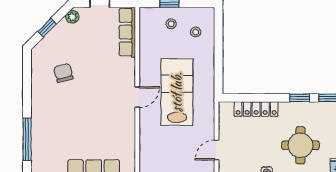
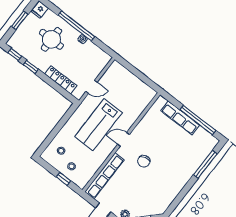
row of seats: (127, 32) -> (104, 176), width x1.36
chair: (63, 73) -> (144, 161), moved
door: (217, 150) -> (92, 87), moved

